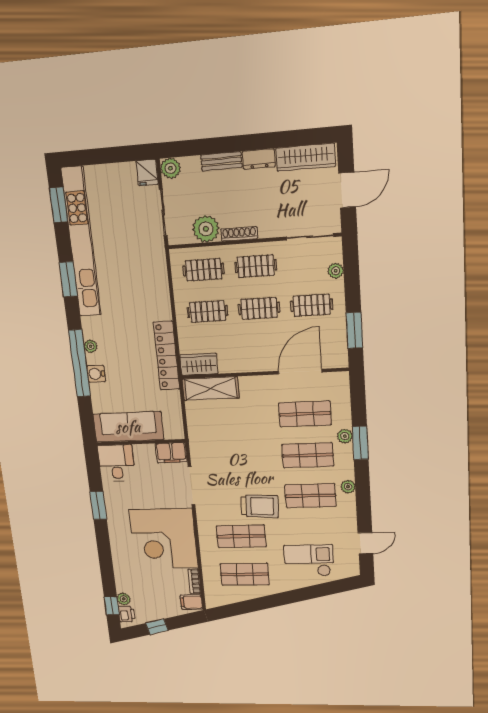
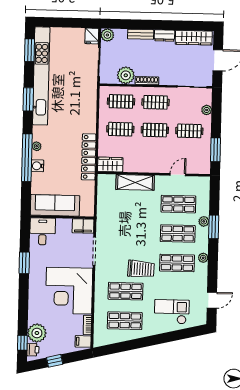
door: (300, 372) -> (178, 175), width x0.53
shelving: (211, 389) -> (135, 182), moved
plant: (124, 599) -> (37, 333), width x1.88, depth x1.88

